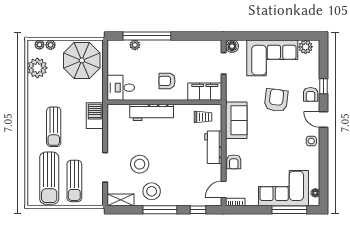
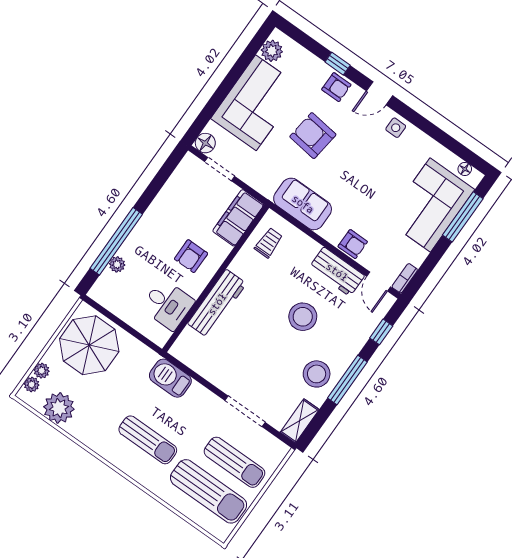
desk: (121, 88) -> (168, 305), moved, turned -90
workbench: (213, 147) -> (337, 272), moved
stool: (140, 164) -> (303, 317), moved

